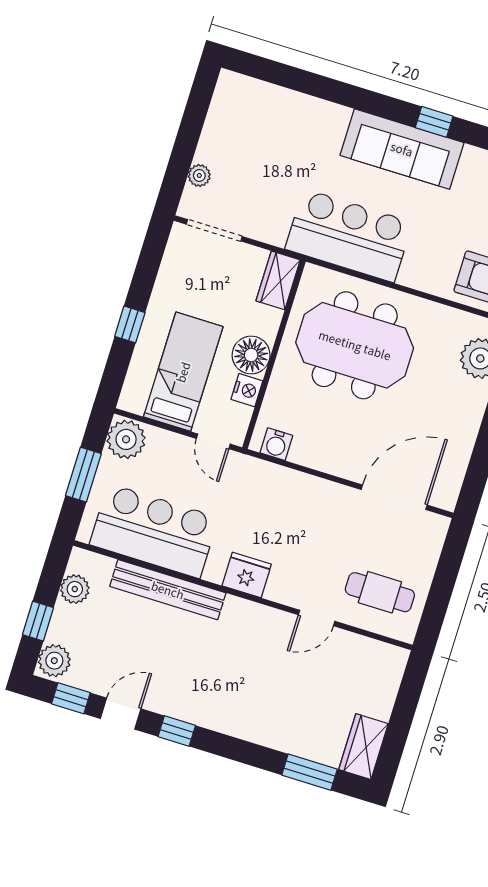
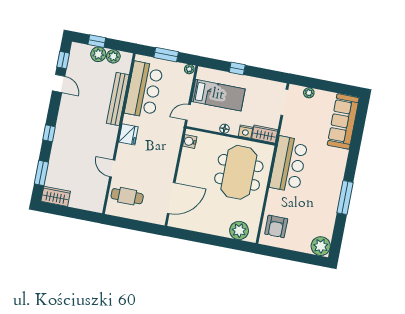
window: (434, 122) -> (345, 198), width x2.17
sofa: (402, 149) -> (343, 121), moved
floor lamp: (251, 355) -> (224, 129), width x0.53, depth x0.53
nightstand: (247, 390) -> (246, 132), moved
plant: (126, 439) -> (189, 69), width x0.53, depth x0.53
door: (394, 497) -> (171, 198), hinge flipped
cafe table: (380, 592) -> (127, 196), turned 90
plant: (54, 661) -> (98, 54), moved
window: (177, 731) -> (49, 133), moved

